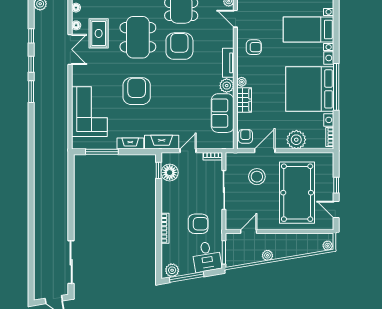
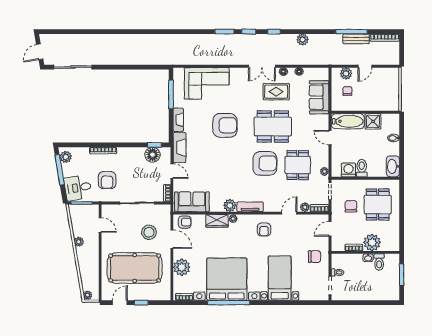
sofa: (223, 113) -> (192, 202), moved

